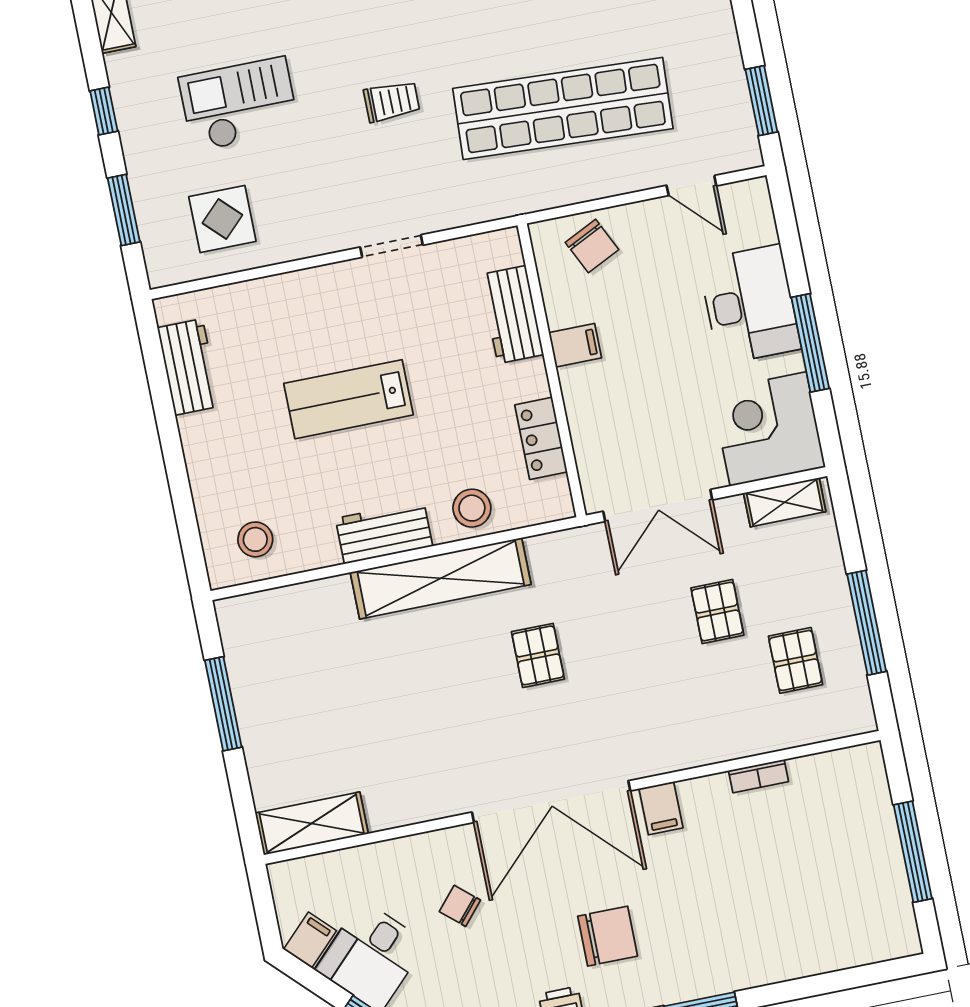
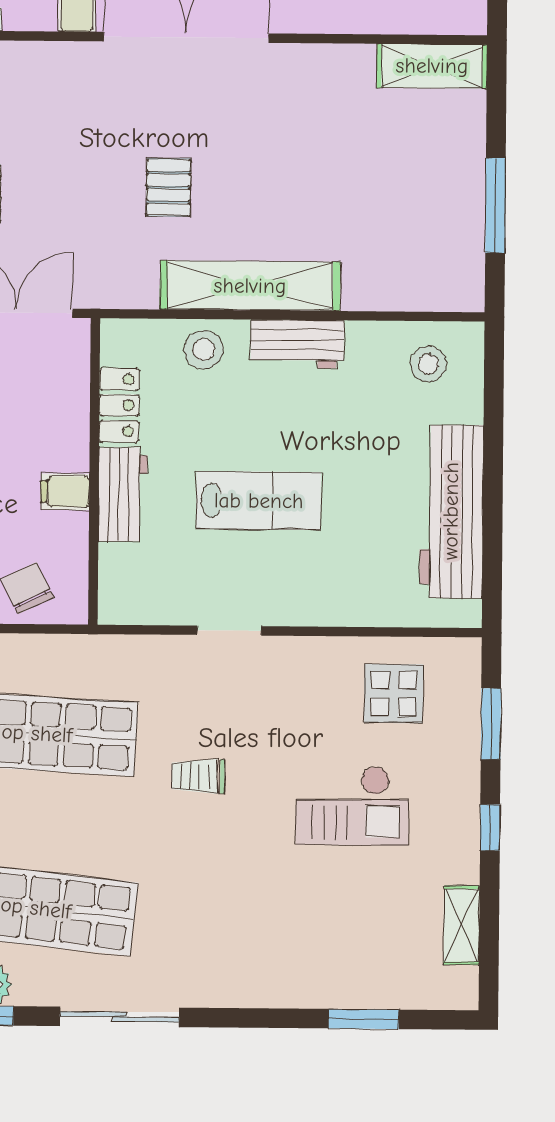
workbench: (512, 315) -> (123, 494), moved
workbench: (189, 367) -> (451, 511), width x1.88, depth x1.32
lab bench: (349, 399) -> (259, 501), moved

